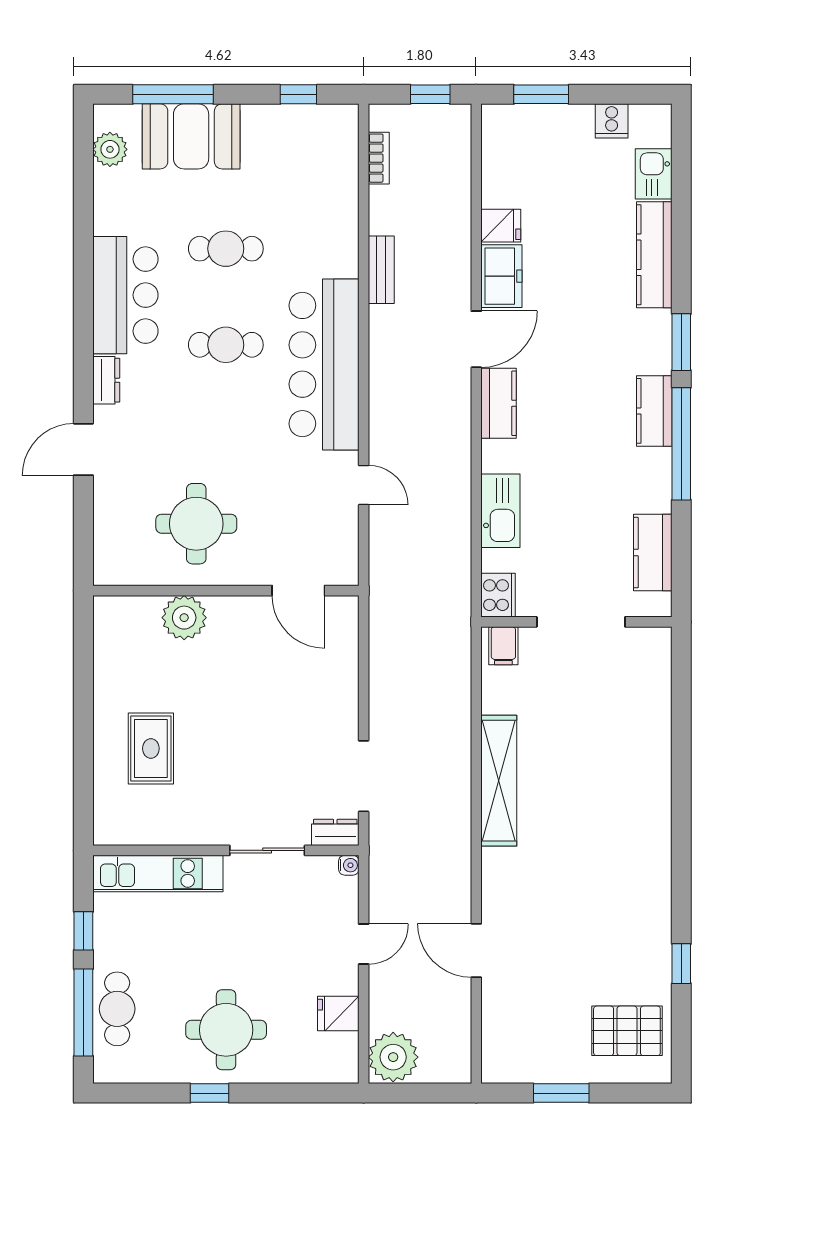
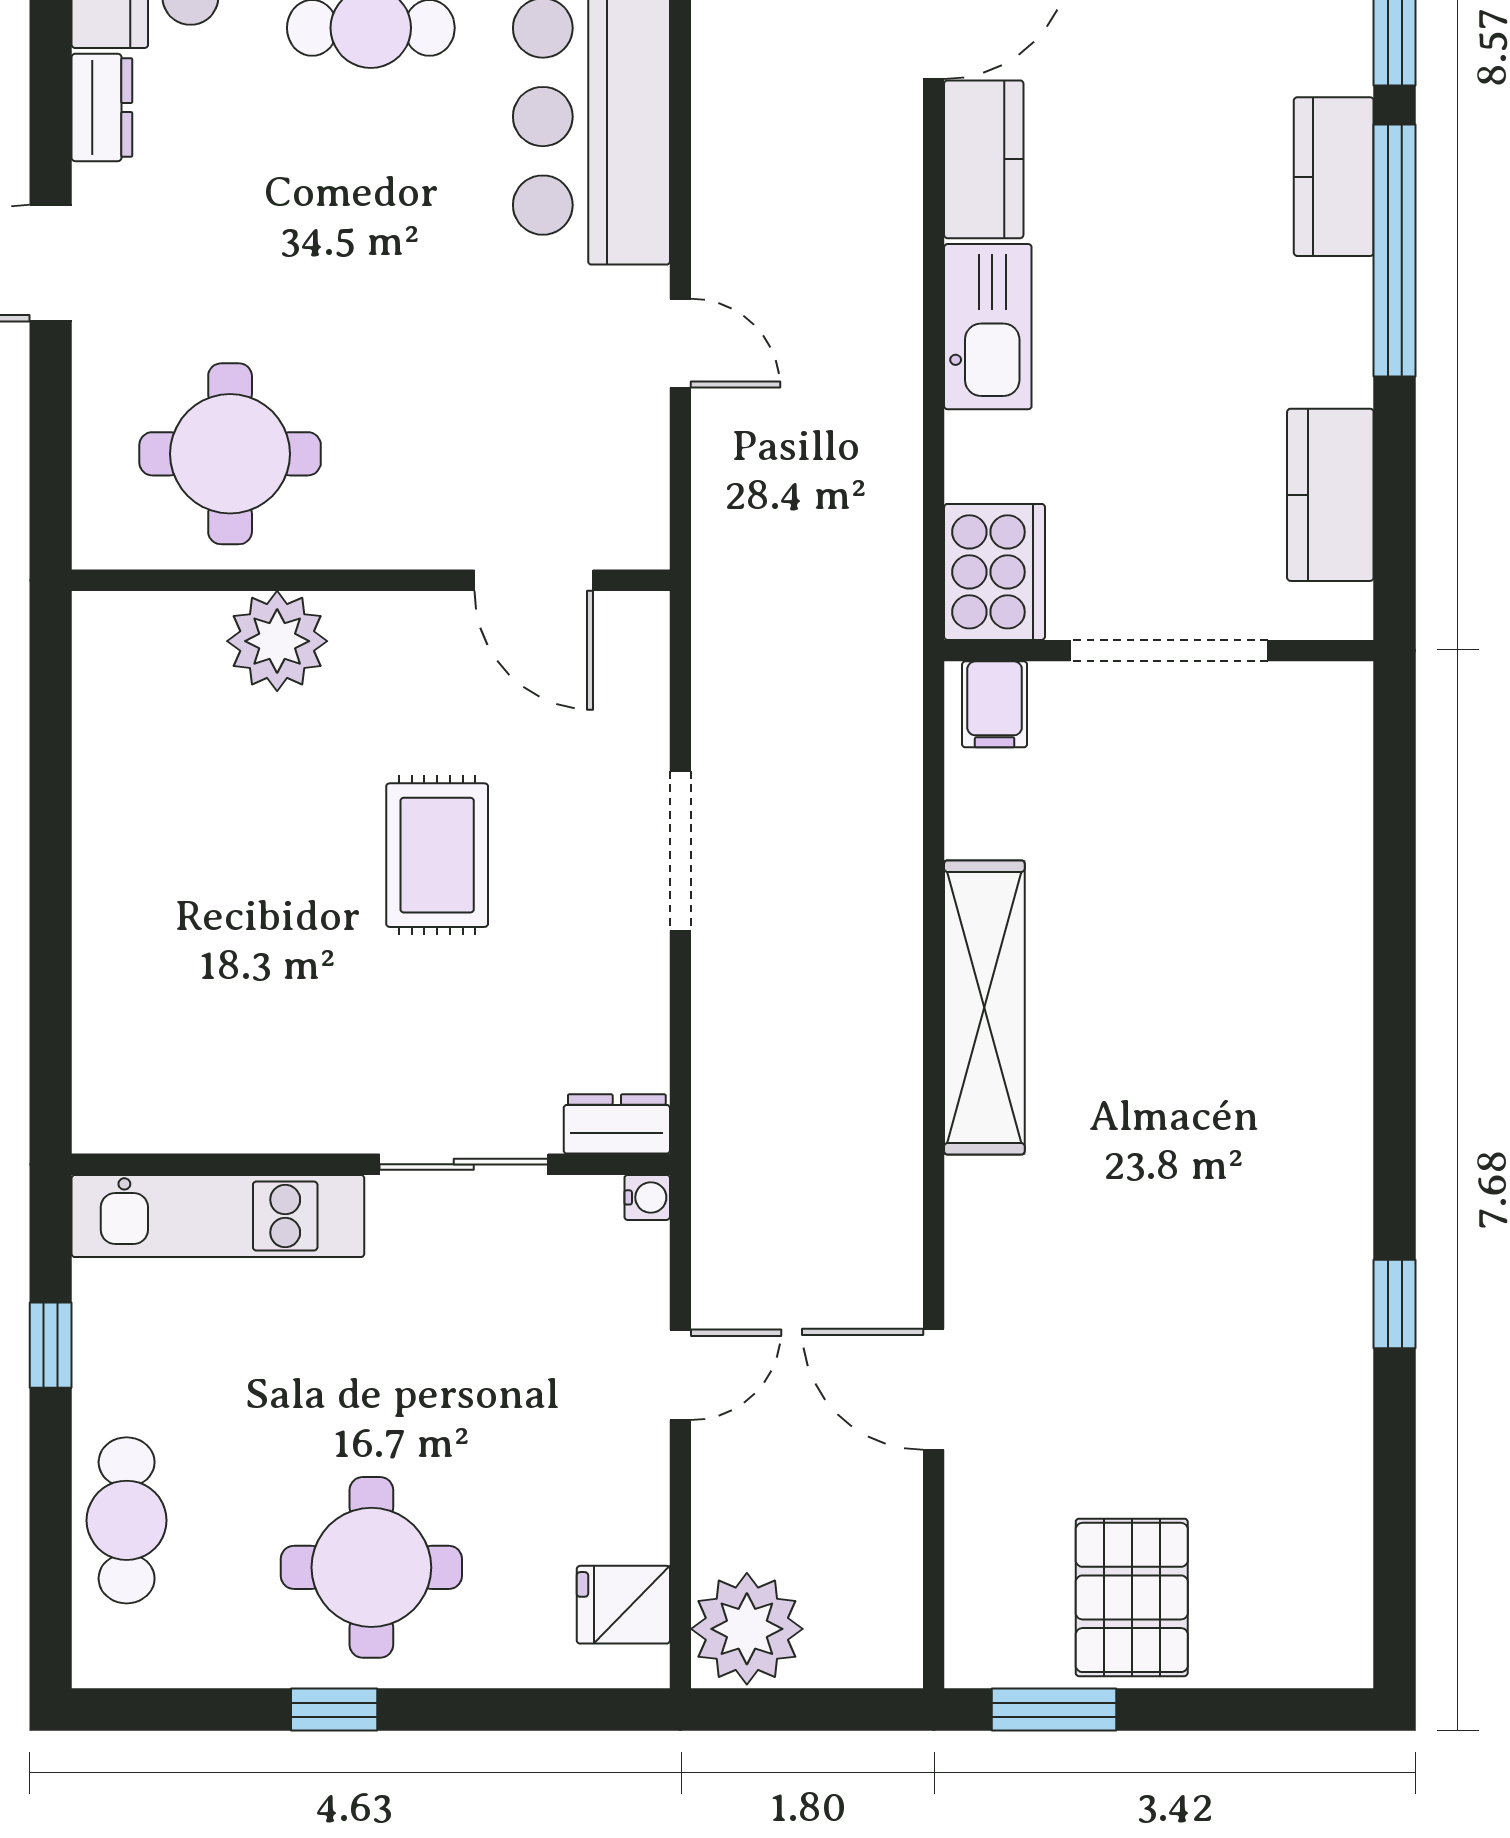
kitchen sink: (500, 511) -> (988, 327), moved
round table: (196, 524) -> (230, 454), moved
cooker: (498, 595) -> (995, 572), width x1.37, depth x1.31
rug: (151, 748) -> (437, 855), moved
doorway: (364, 776) -> (680, 851), moved
window: (681, 964) -> (1395, 1304), moved
window: (83, 1013) -> (51, 1529), removed
fridge: (338, 1014) -> (623, 1605), moved
pallet: (627, 1031) -> (1132, 1597), moved, turned 90
window: (561, 1093) -> (1054, 1710), moved

